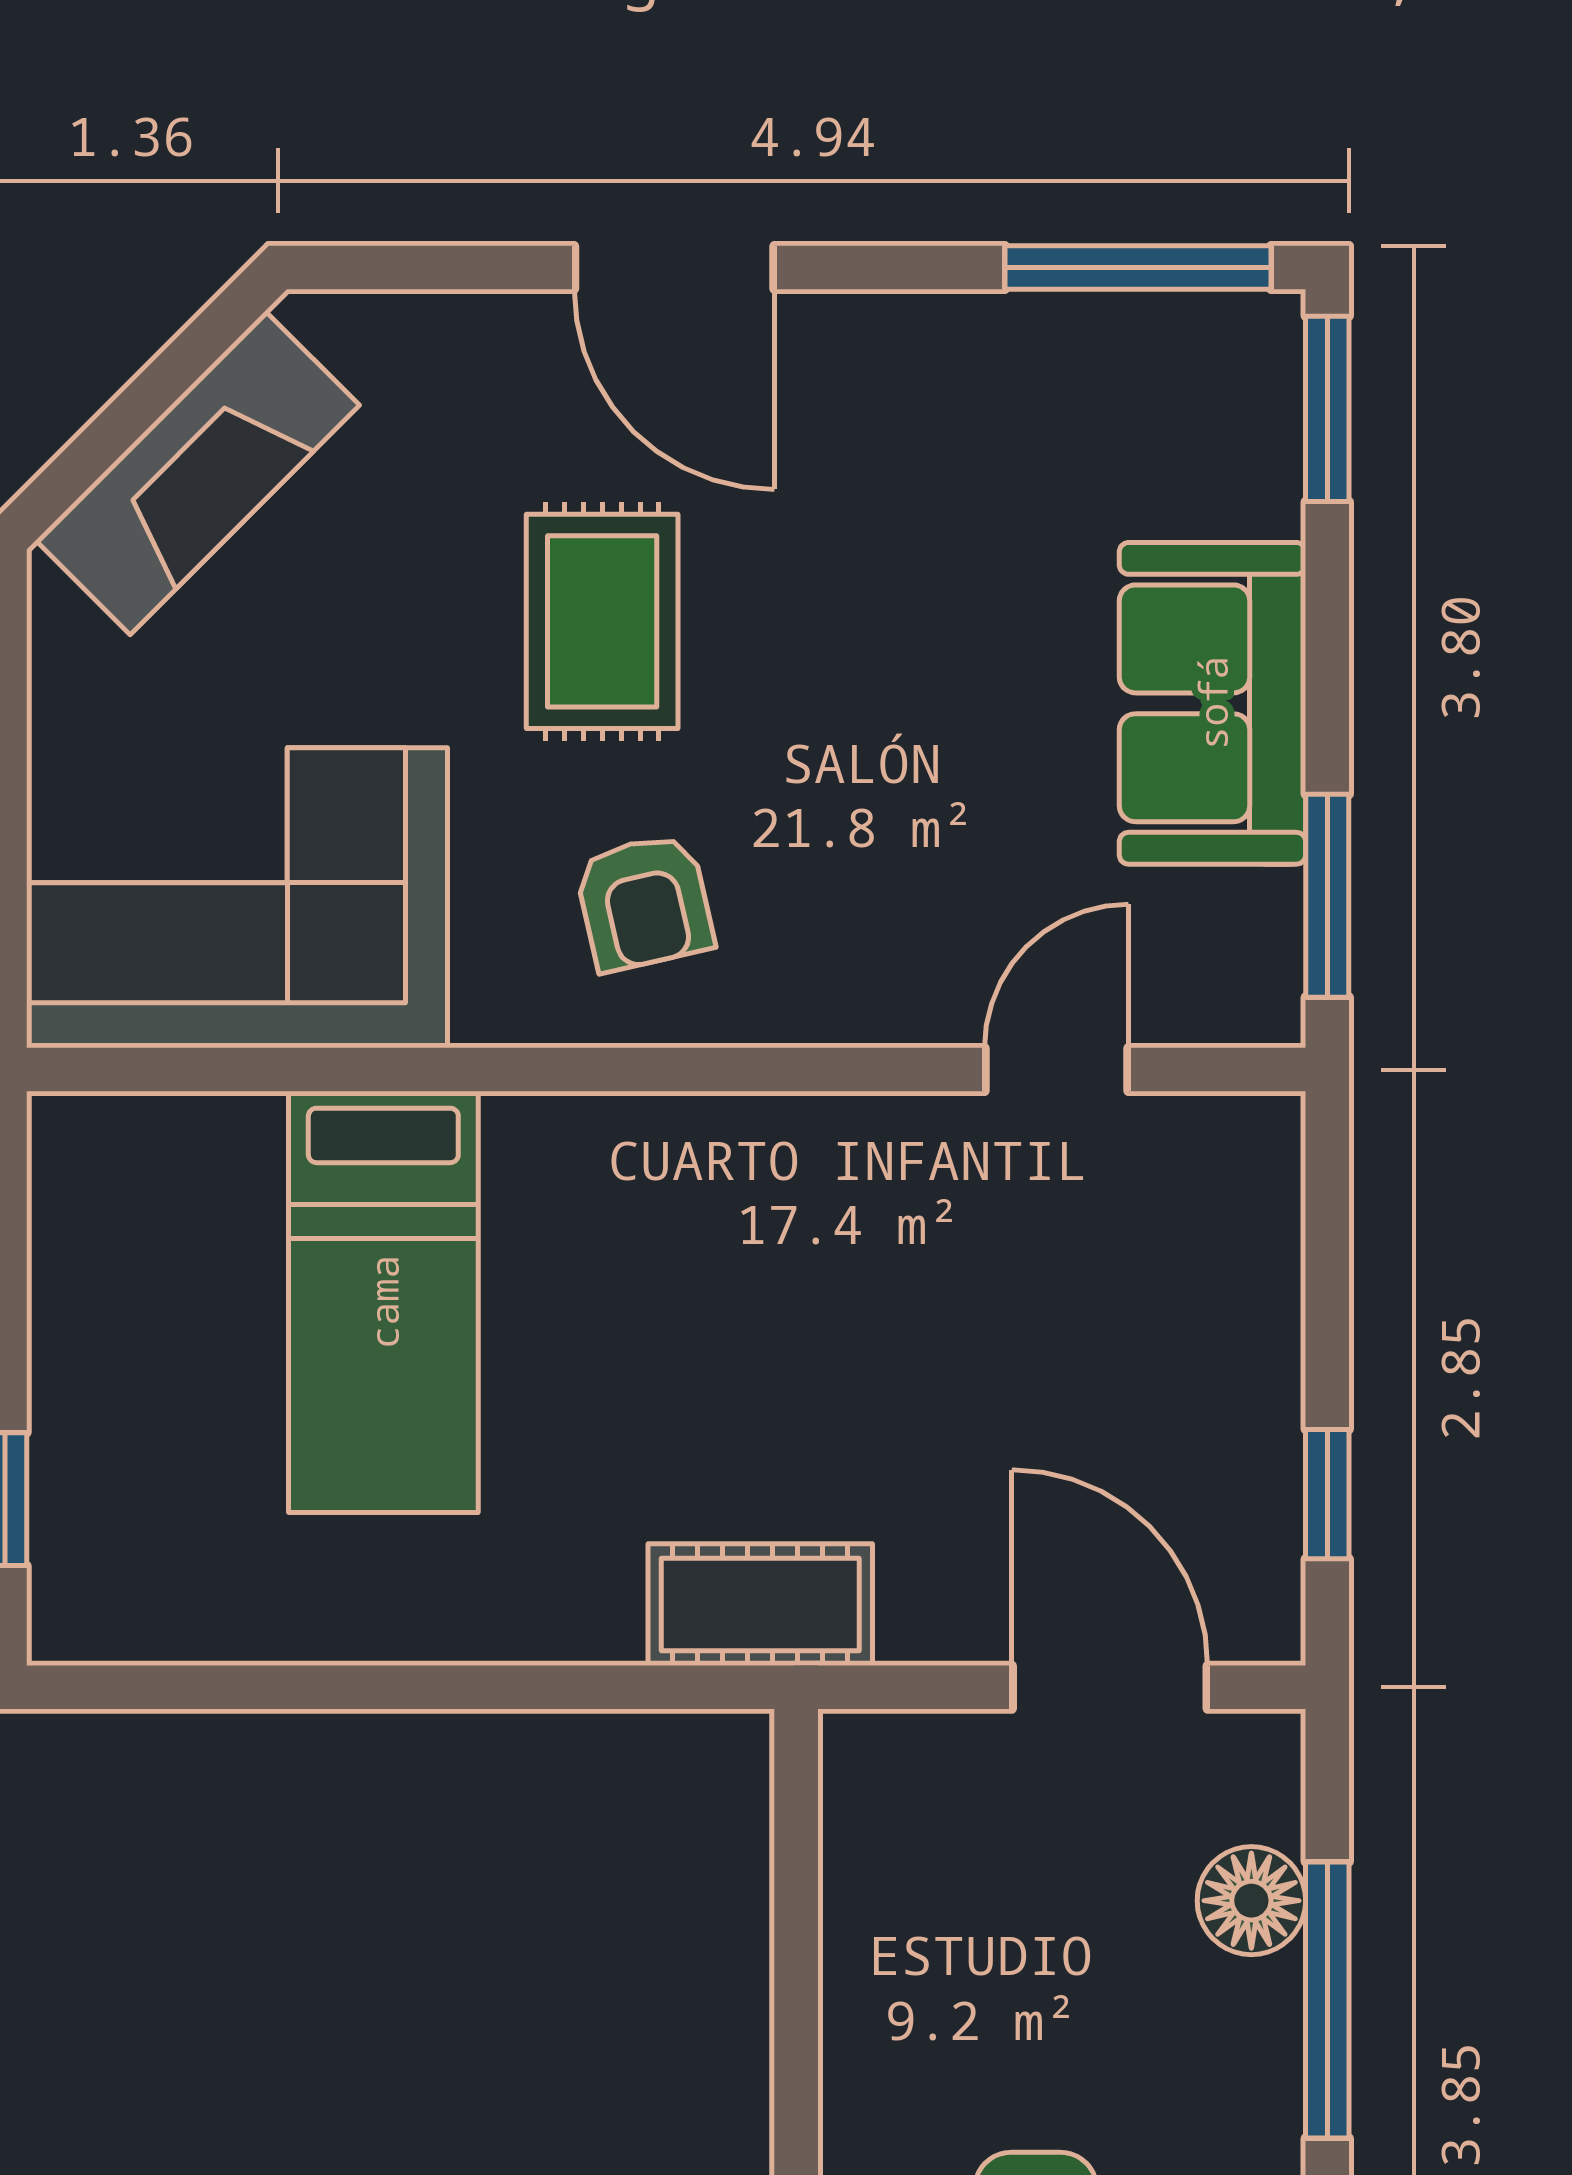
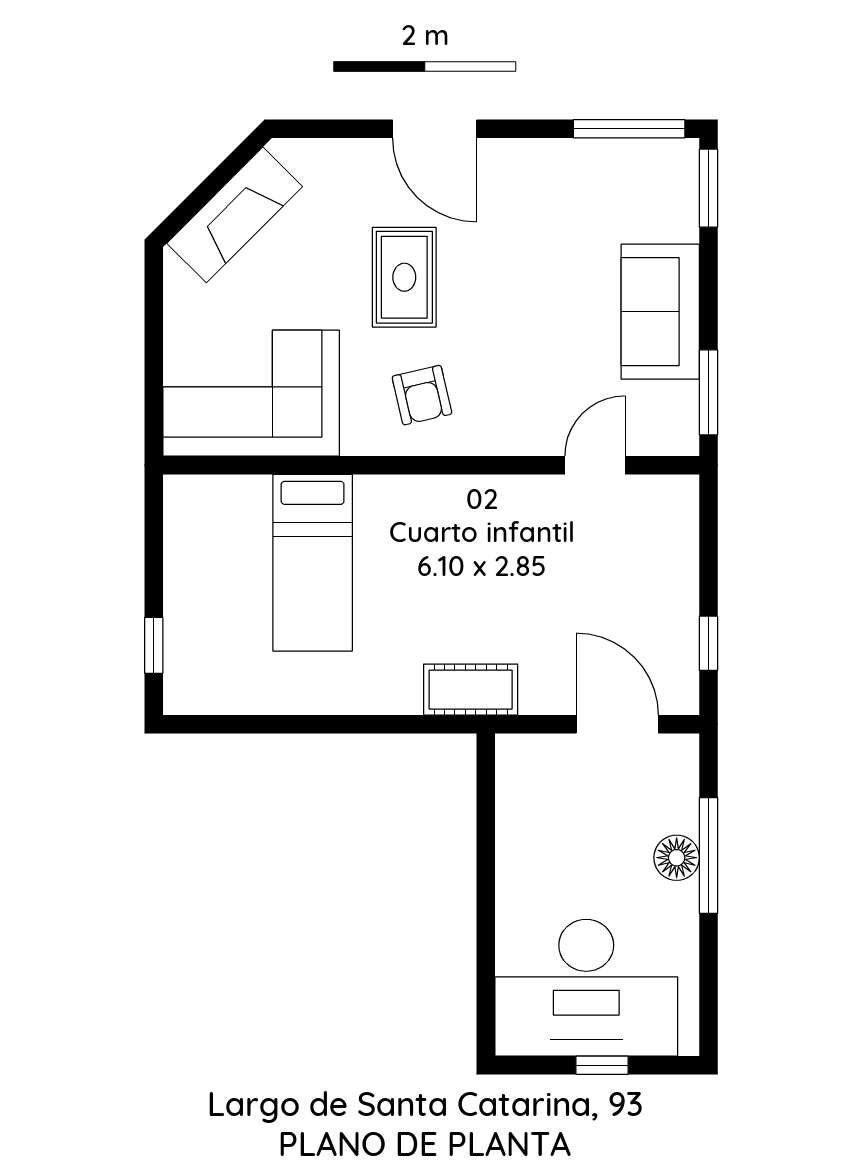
floor lamp: (1251, 1901) -> (677, 858), moved

